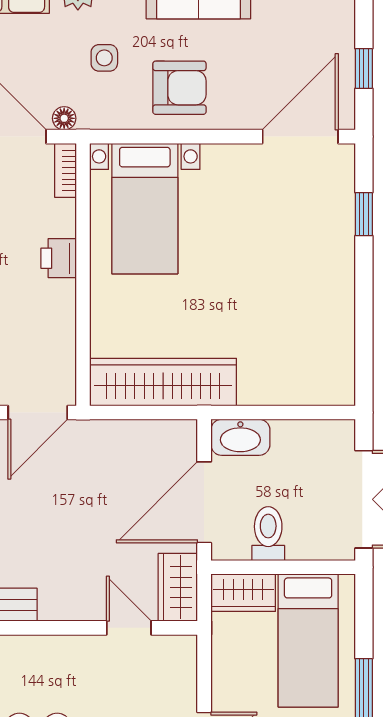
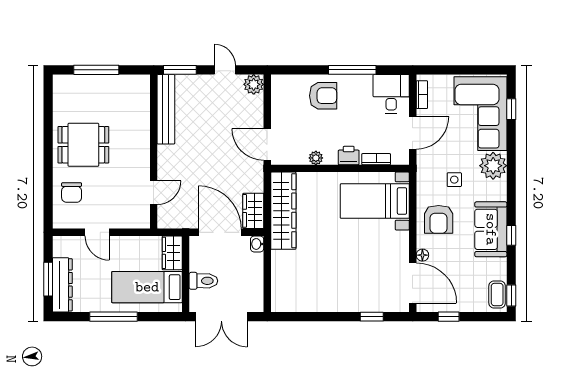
floor lamp: (64, 118) -> (422, 255), moved
bookcase: (65, 170) -> (376, 159), moved
plant: (63, 320) -> (316, 158), added
washbasin: (240, 437) -> (257, 244), width x0.52, depth x0.69
toilet: (268, 534) -> (203, 281), moved
wardrobe: (178, 587) -> (253, 211), moved, turned -90

